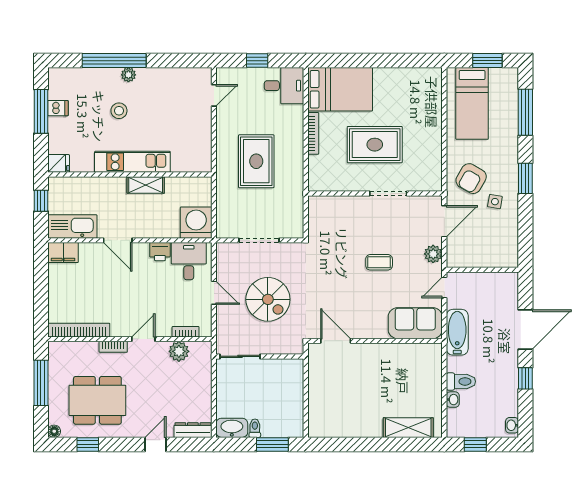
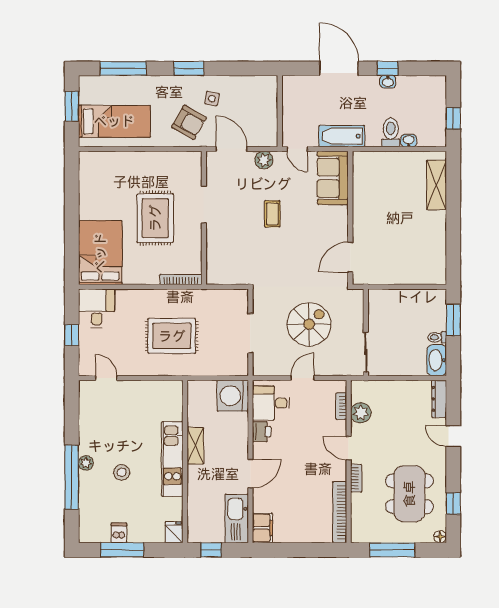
bookcase: (313, 133) -> (181, 279), moved
washbasin: (512, 425) -> (388, 82), moved

